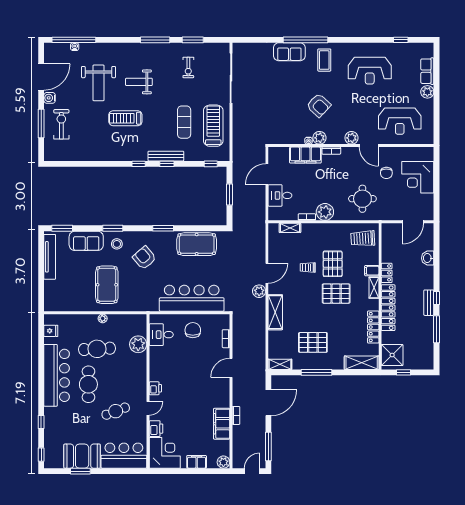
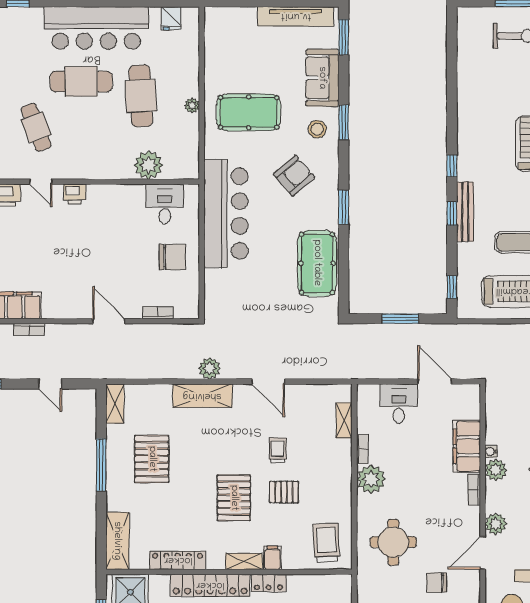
pallet: (333, 264) -> (284, 492), width x0.67, depth x0.71
plant: (259, 291) -> (209, 368), moved
bar counter: (192, 298) -> (226, 213), moved
door: (268, 403) -> (50, 384), width x0.53

